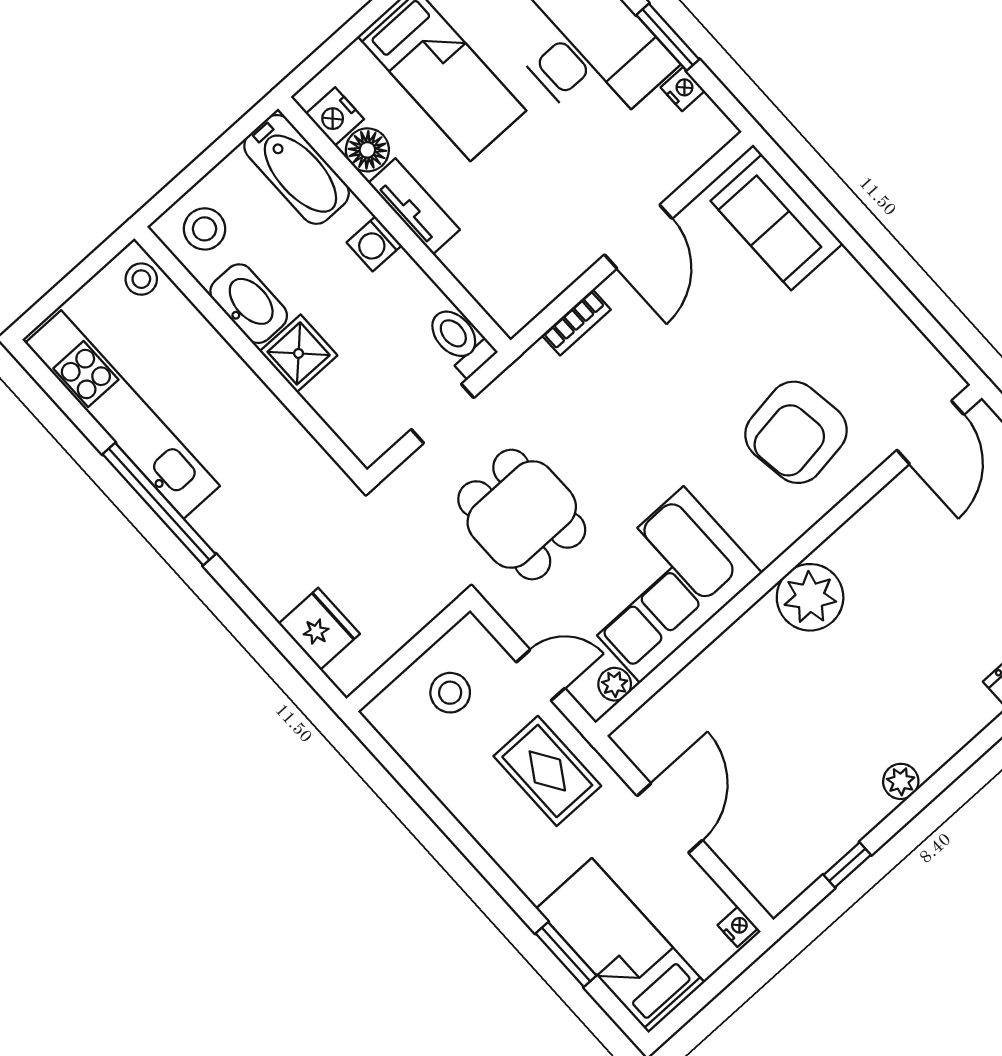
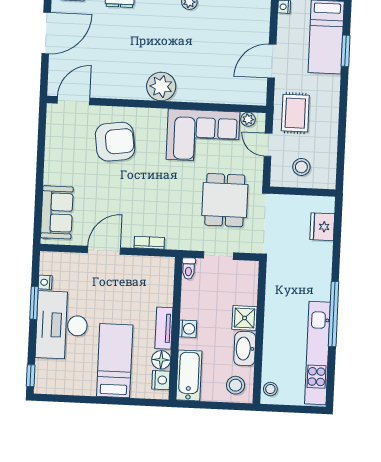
toilet: (460, 340) -> (189, 269), width x0.73, depth x0.72

